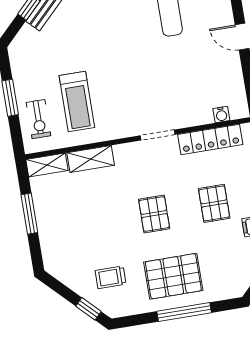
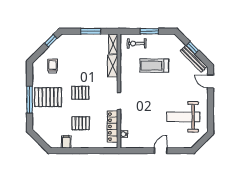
treadmill: (77, 102) -> (154, 66), moved
pallet: (173, 276) -> (48, 97), turned 90
window: (88, 309) -> (51, 41), moved

